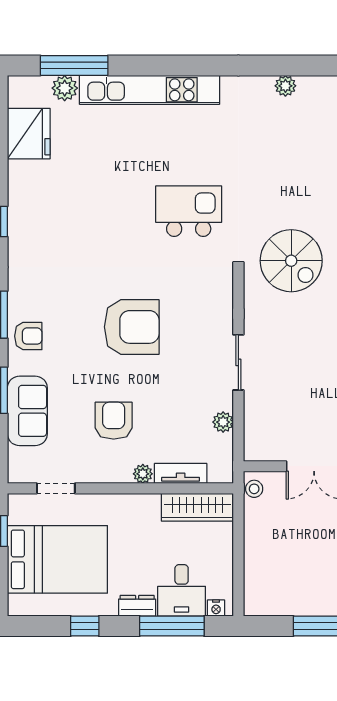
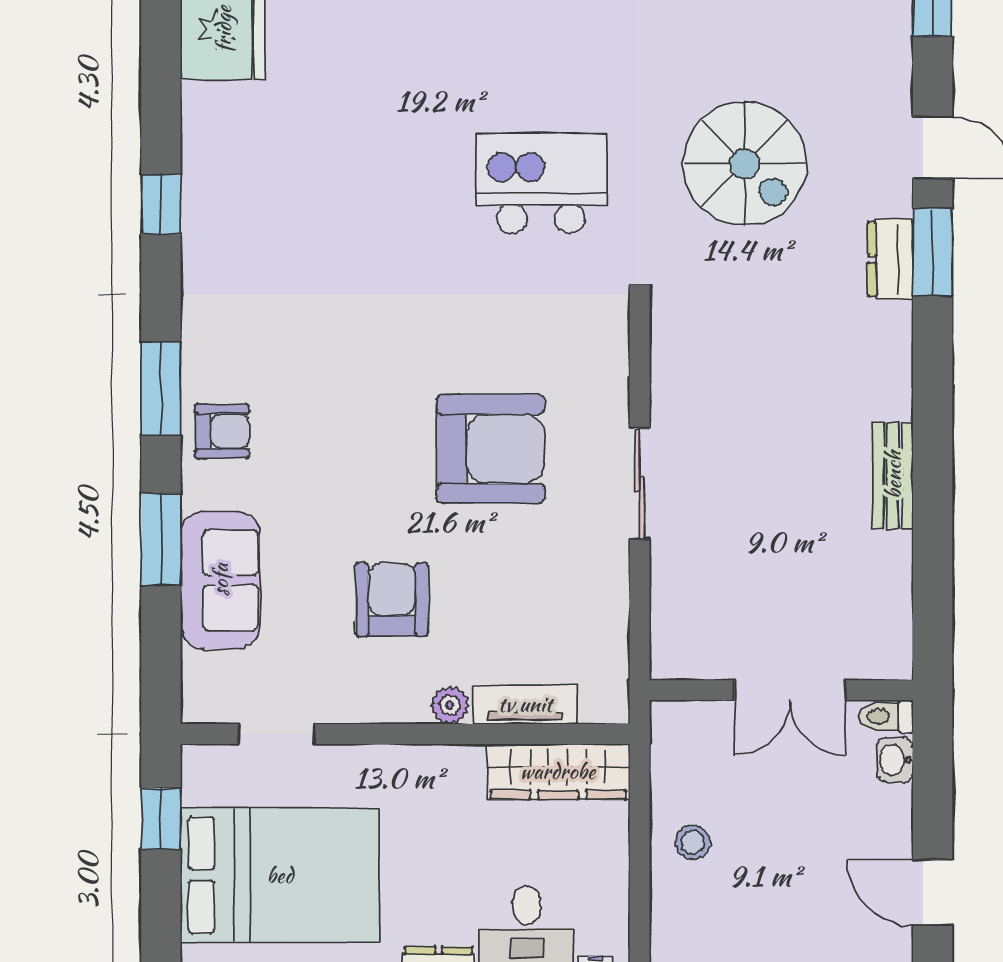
spiral stairs: (291, 261) -> (745, 164), moved
armchair: (132, 327) -> (491, 449), moved
plant: (223, 422) -> (609, 602), removed
stool: (254, 489) -> (693, 842), moved

